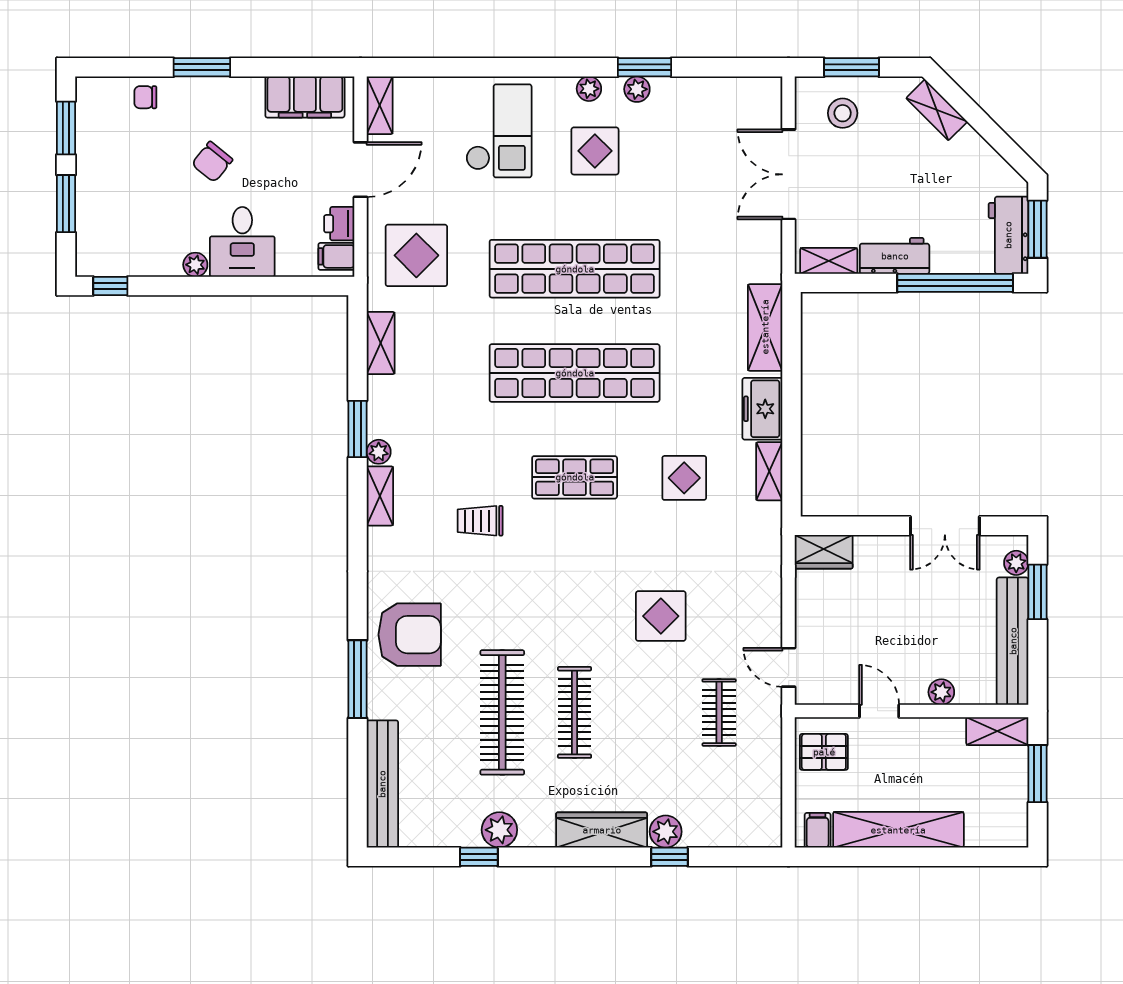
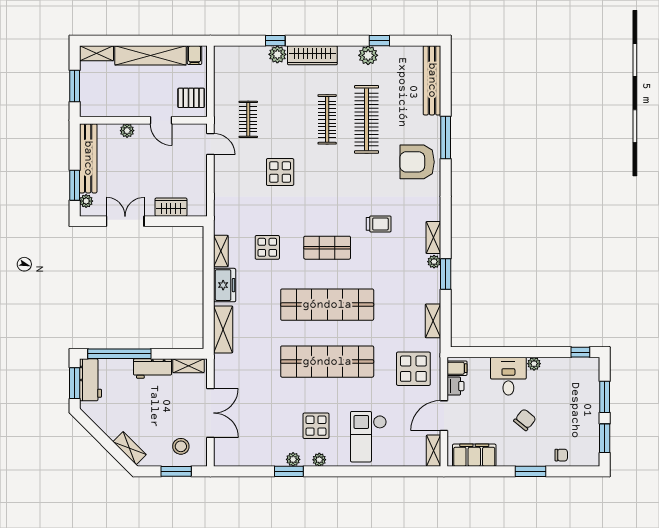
wardrobe: (824, 552) -> (171, 207), moved
shelving: (997, 731) -> (96, 53), moved

